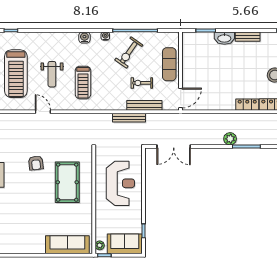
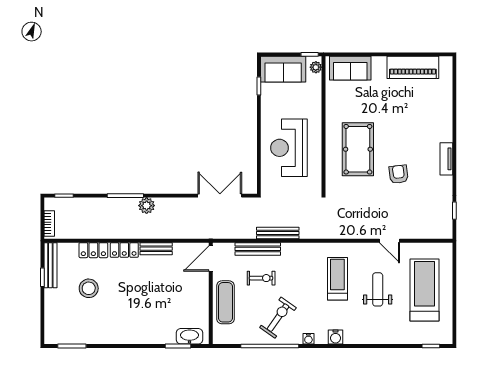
bench: (248, 37) -> (156, 249), moved
washbasin: (224, 38) -> (190, 336), moved
piano: (25, 245) -> (413, 67), added
sofa: (67, 245) -> (350, 68), width x0.73

